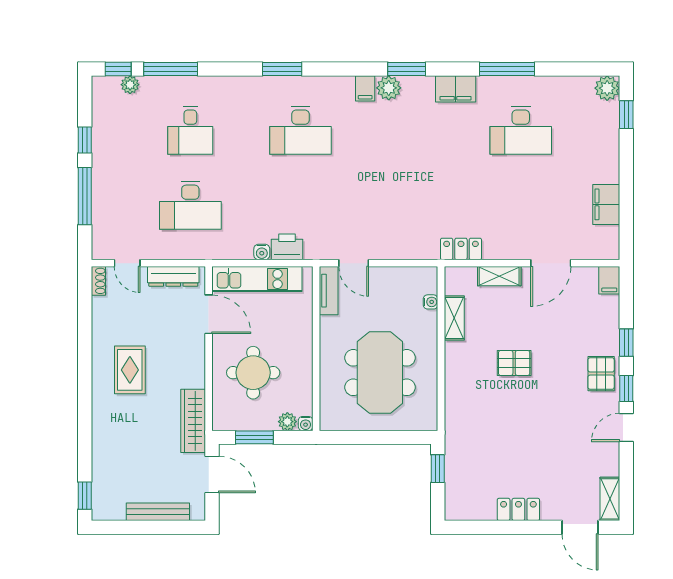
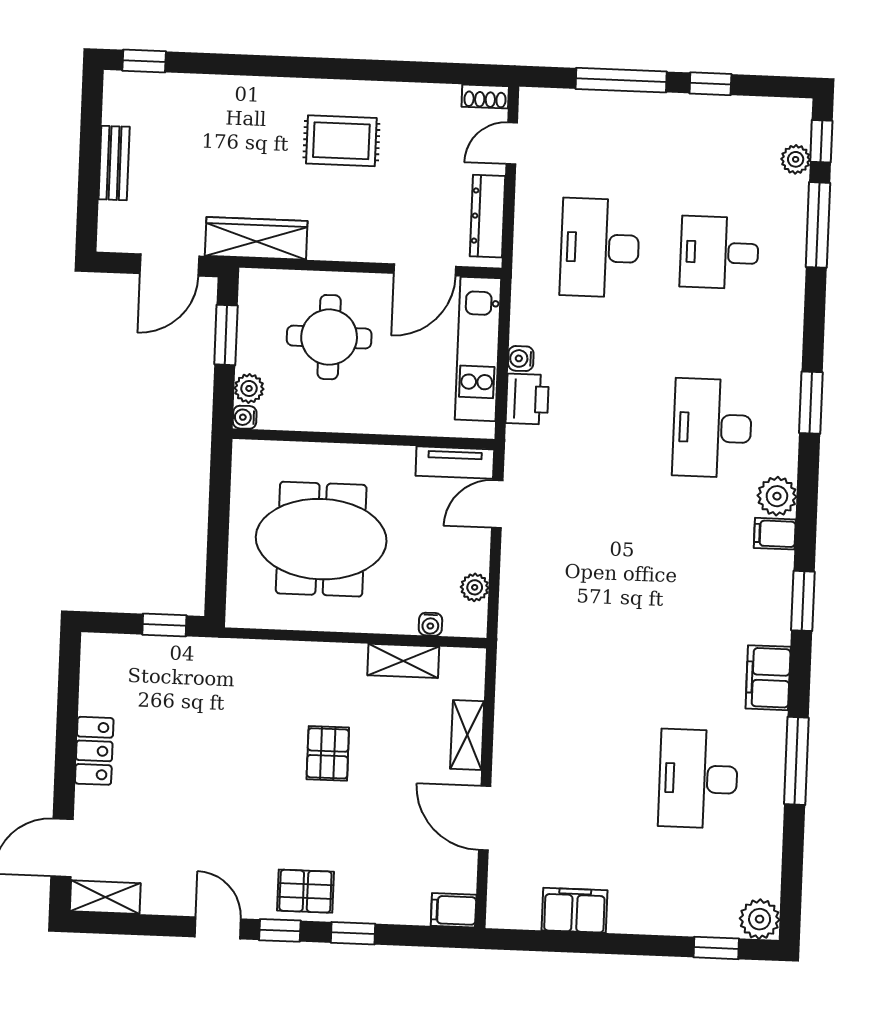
plant: (389, 88) -> (777, 496), moved
locker: (461, 249) -> (513, 676), removed
plant: (406, 275) -> (475, 587), added
bench: (158, 512) -> (114, 163), width x0.73

